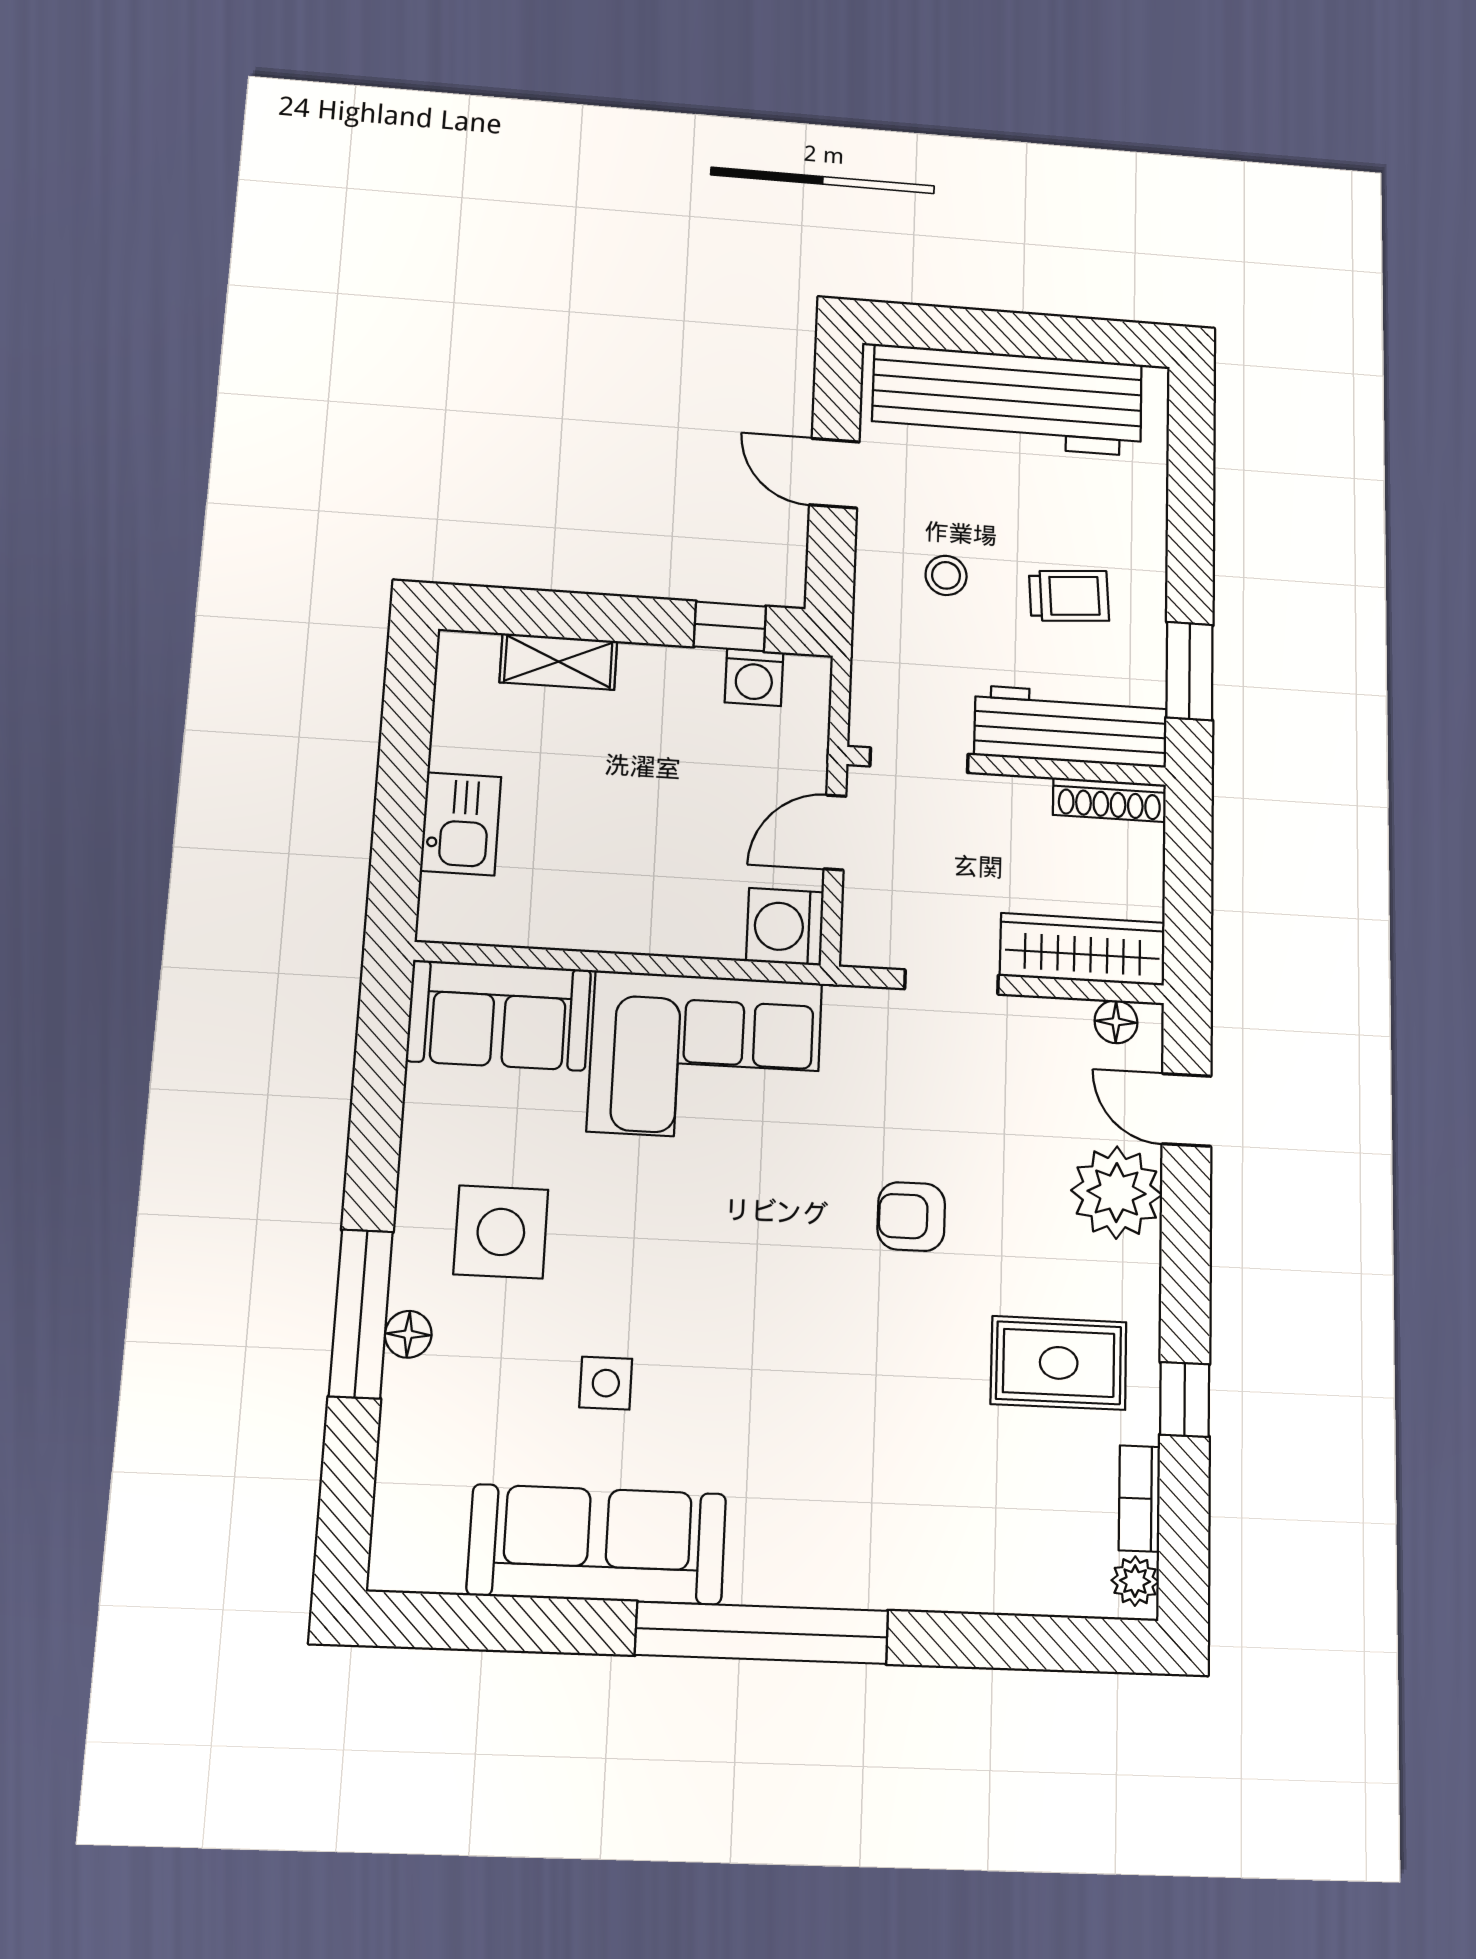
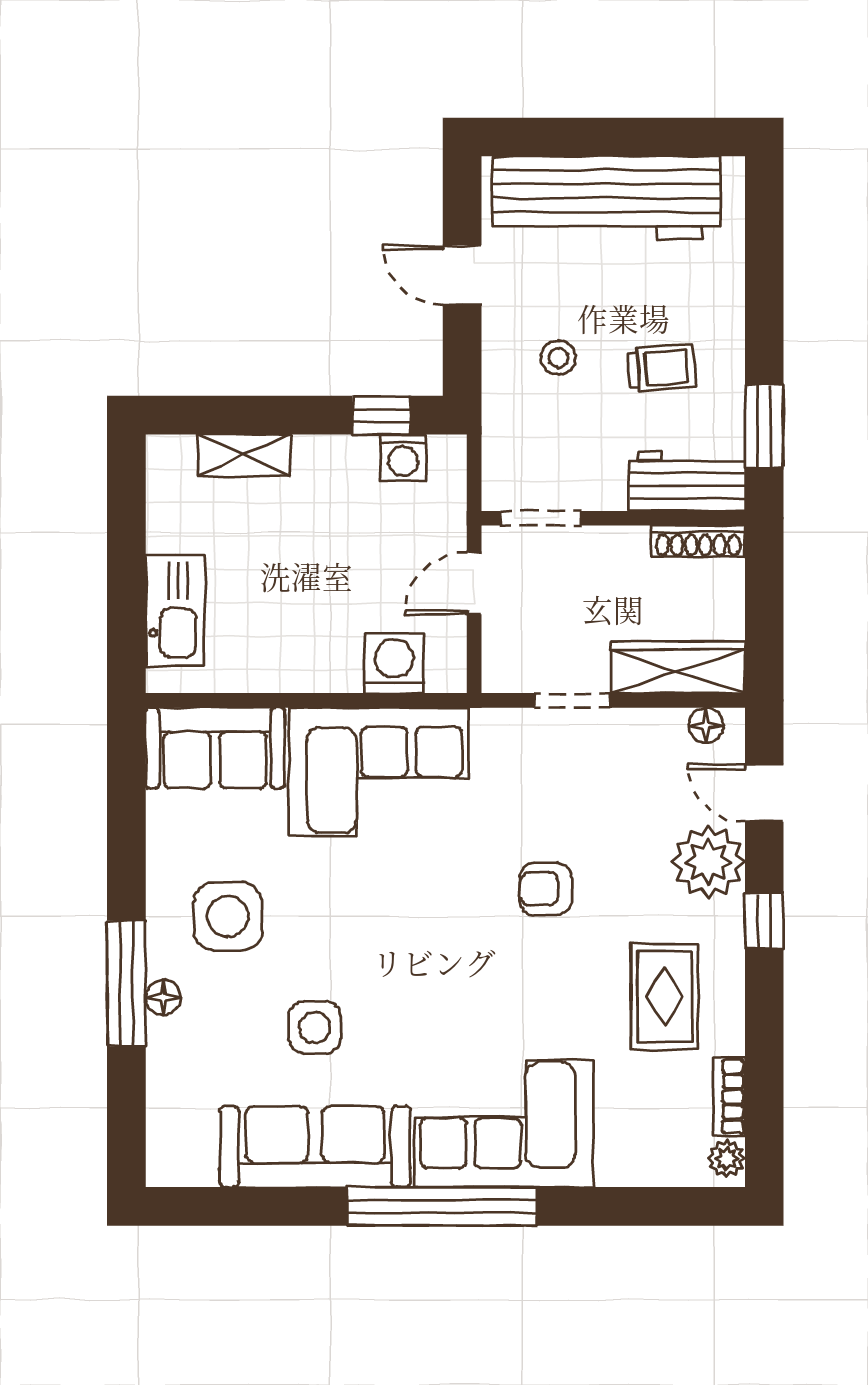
workbench: (1071, 726) -> (687, 481), width x0.73
kitchen sink: (461, 824) -> (175, 611), width x1.38
washing machine: (785, 927) -> (394, 663), moved, turned 90
rug: (1059, 1363) -> (664, 997), turned 90
side table: (606, 1383) -> (315, 1027), width x1.37, depth x1.37
window: (1185, 1399) -> (764, 921), moved
corner sofa: (847, 1522) -> (504, 1123), added

